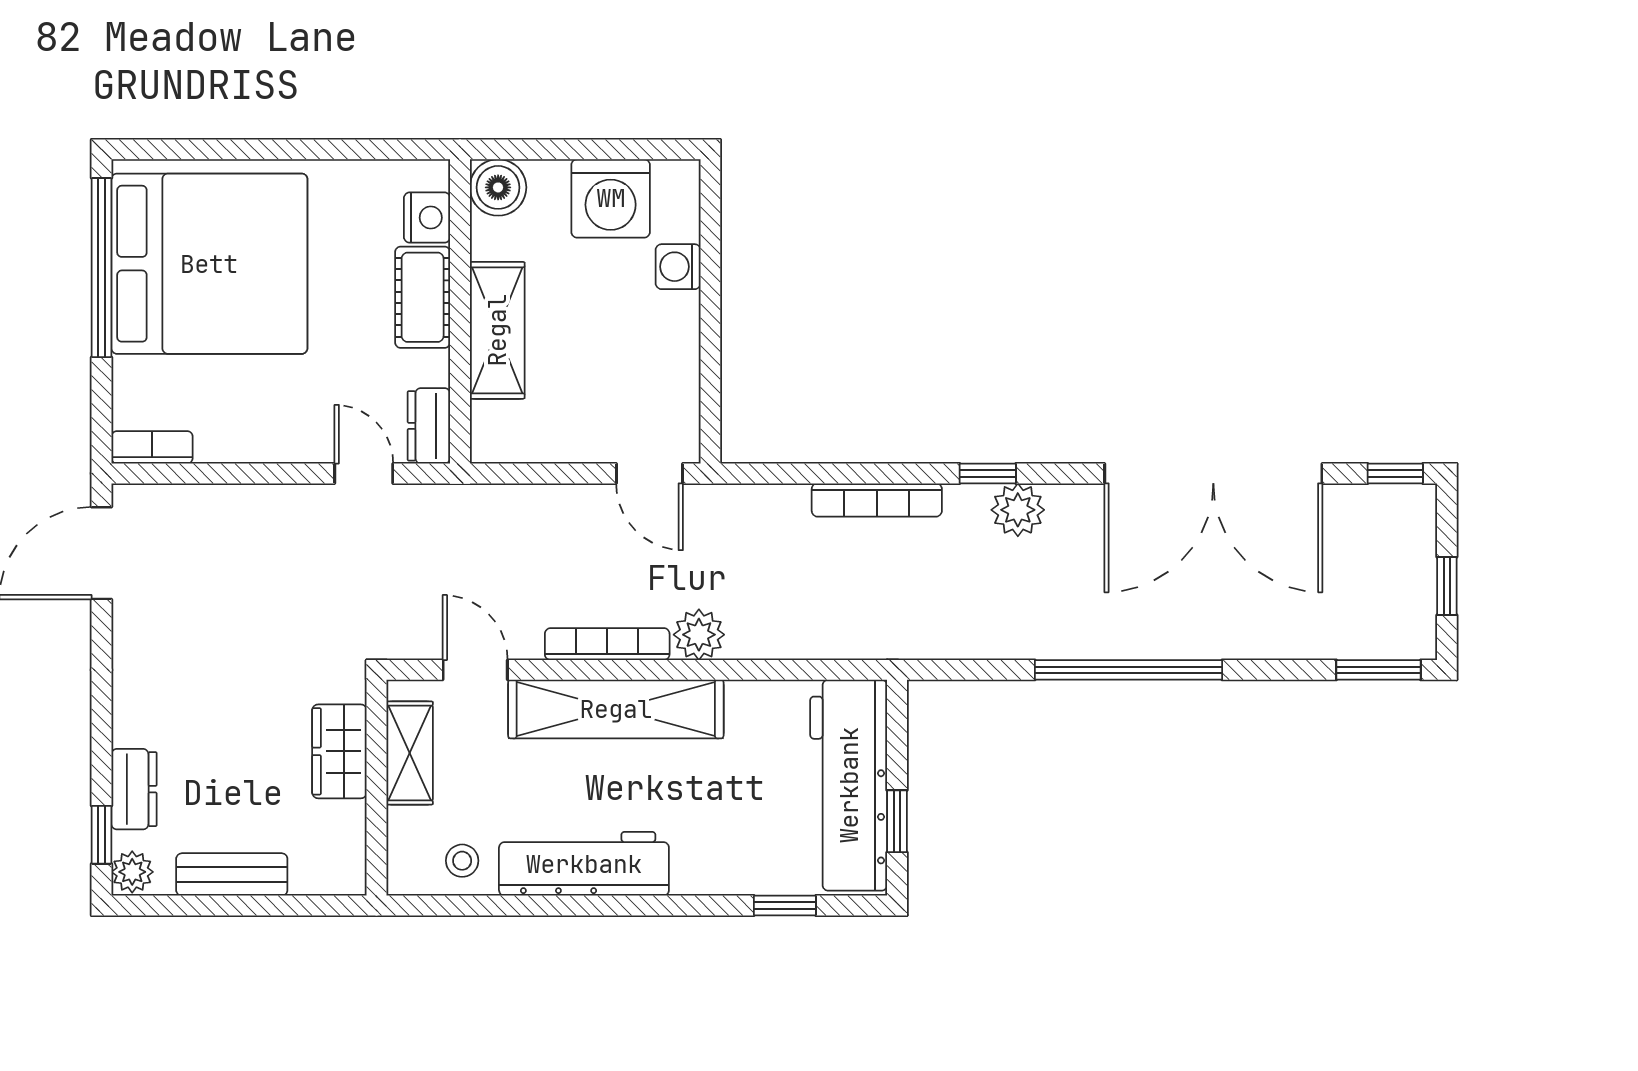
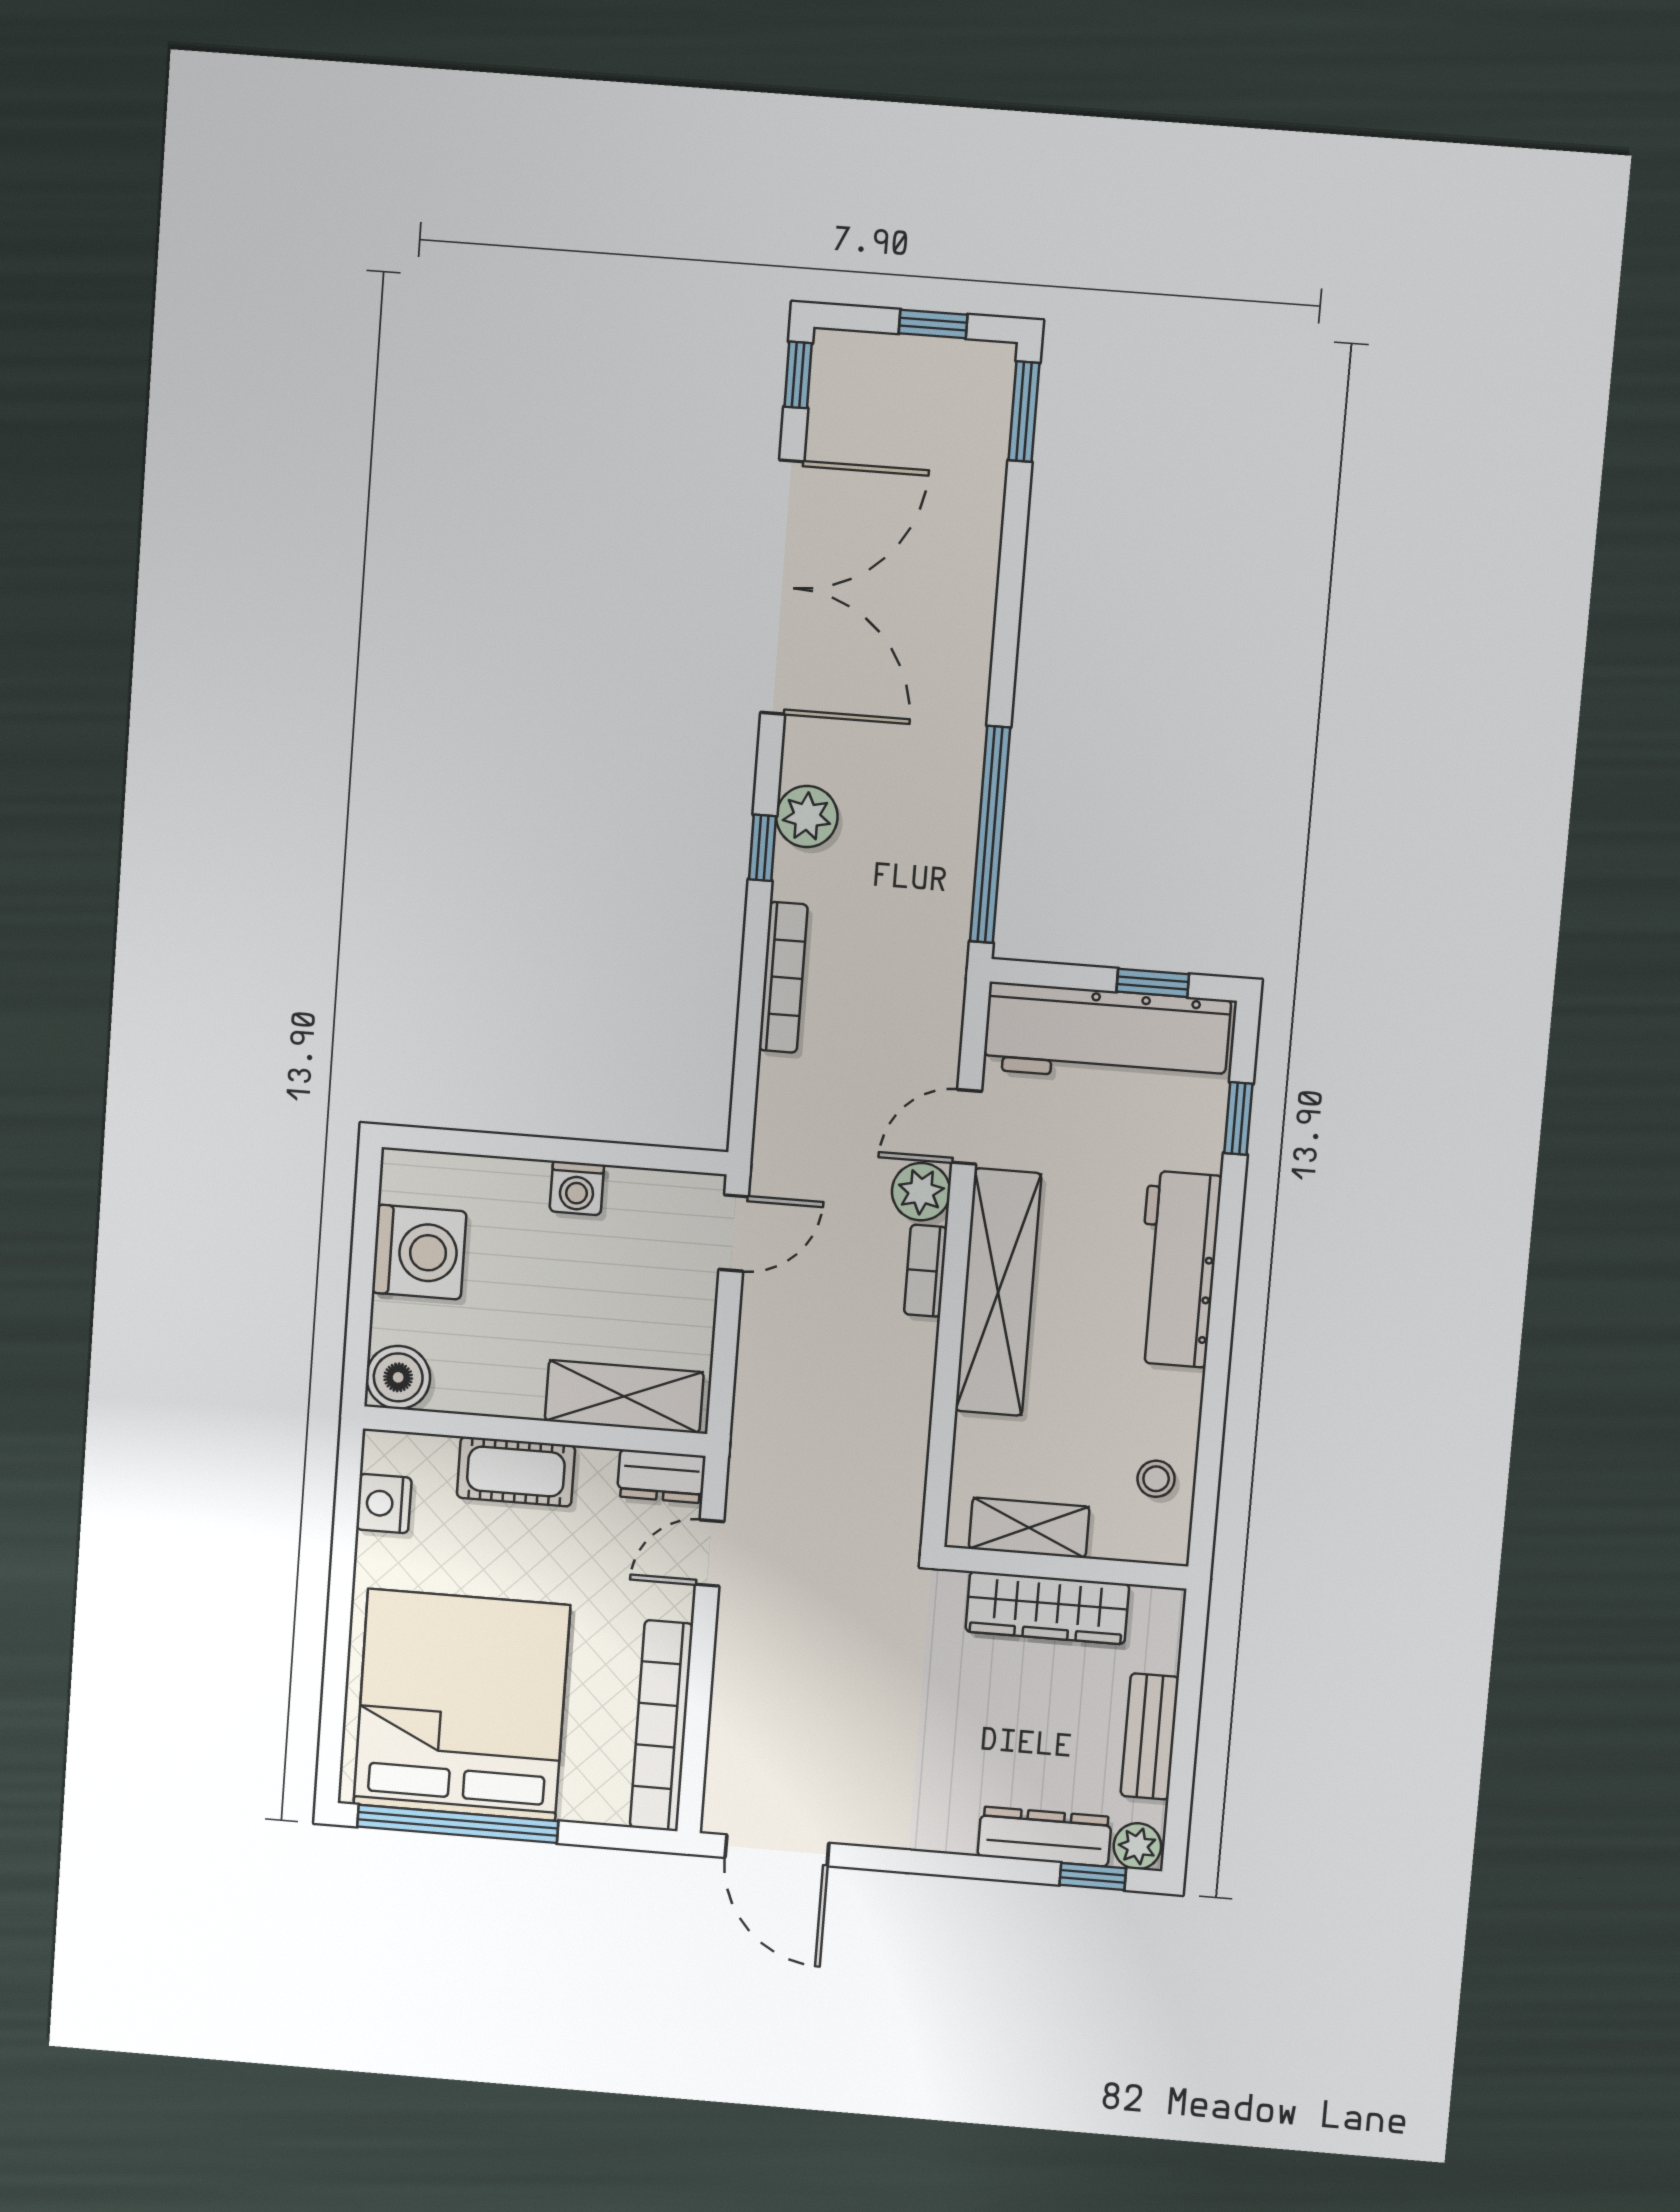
nightstand: (427, 218) -> (384, 1504), moved, turned -90
washing machine: (678, 267) -> (577, 1188), moved
shelving: (497, 330) -> (624, 1396), moved
bookcase: (152, 447) -> (661, 1726), width x2.31, depth x1.31
bookcase: (607, 644) -> (926, 1271), width x0.64
door: (475, 670) -> (967, 1127), moved
window: (1129, 670) -> (990, 835), moved
wardrobe: (339, 751) -> (1047, 1608), width x1.50
dresser: (134, 789) -> (1045, 1837), width x1.44
workbench: (584, 864) -> (1177, 1269), moved

